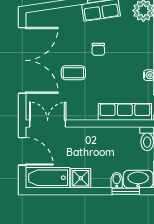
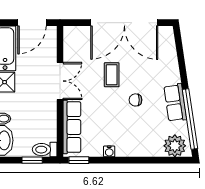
double door: (48, 124) -> (60, 81), moved

